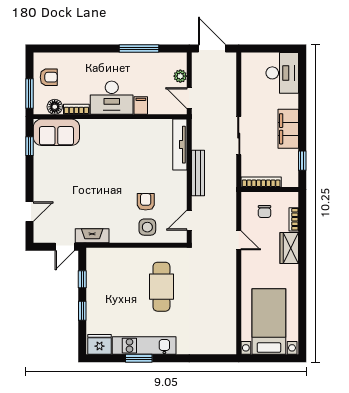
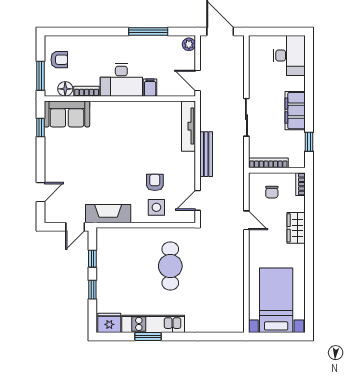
plant: (180, 76) -> (189, 44), moved
bookcase: (294, 219) -> (301, 184), moved
fireplace: (92, 236) -> (108, 214), width x1.37, depth x1.32

